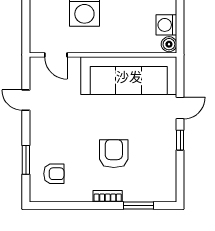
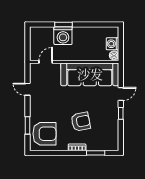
door: (56, 55) -> (46, 62), swing flipped
armchair: (114, 154) -> (81, 122), turned 79
armchair: (54, 174) -> (44, 134), width x1.88, depth x1.88

